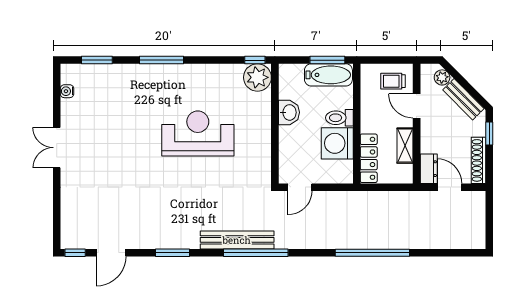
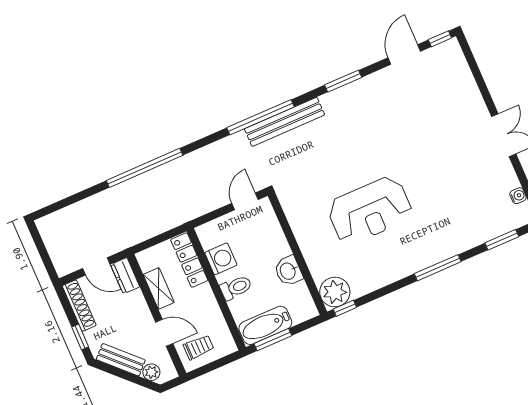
washing machine: (337, 143) -> (221, 259), width x0.73, depth x0.73

